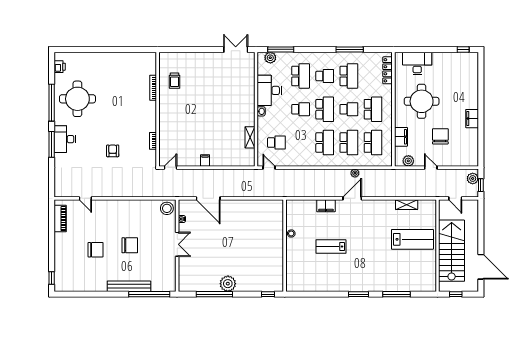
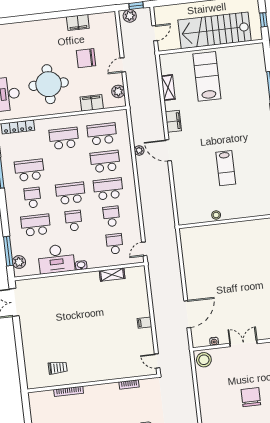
school desk: (349, 109) -> (111, 216), moved
filing cabinet: (472, 119) -> (78, 22), moved
filing cabinet: (326, 206) -> (173, 121), moved

